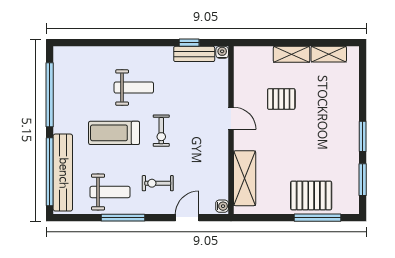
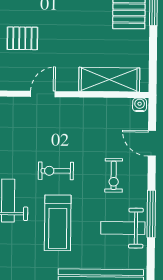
pallet: (281, 99) -> (22, 38), turned 90
exercise bike: (161, 131) -> (56, 171), turned 180
weight bench: (110, 192) -> (123, 228), turned -90

